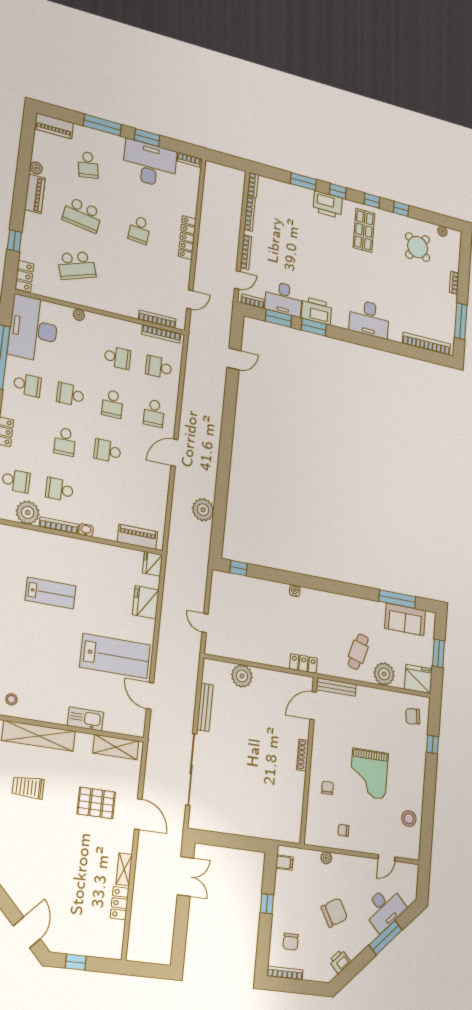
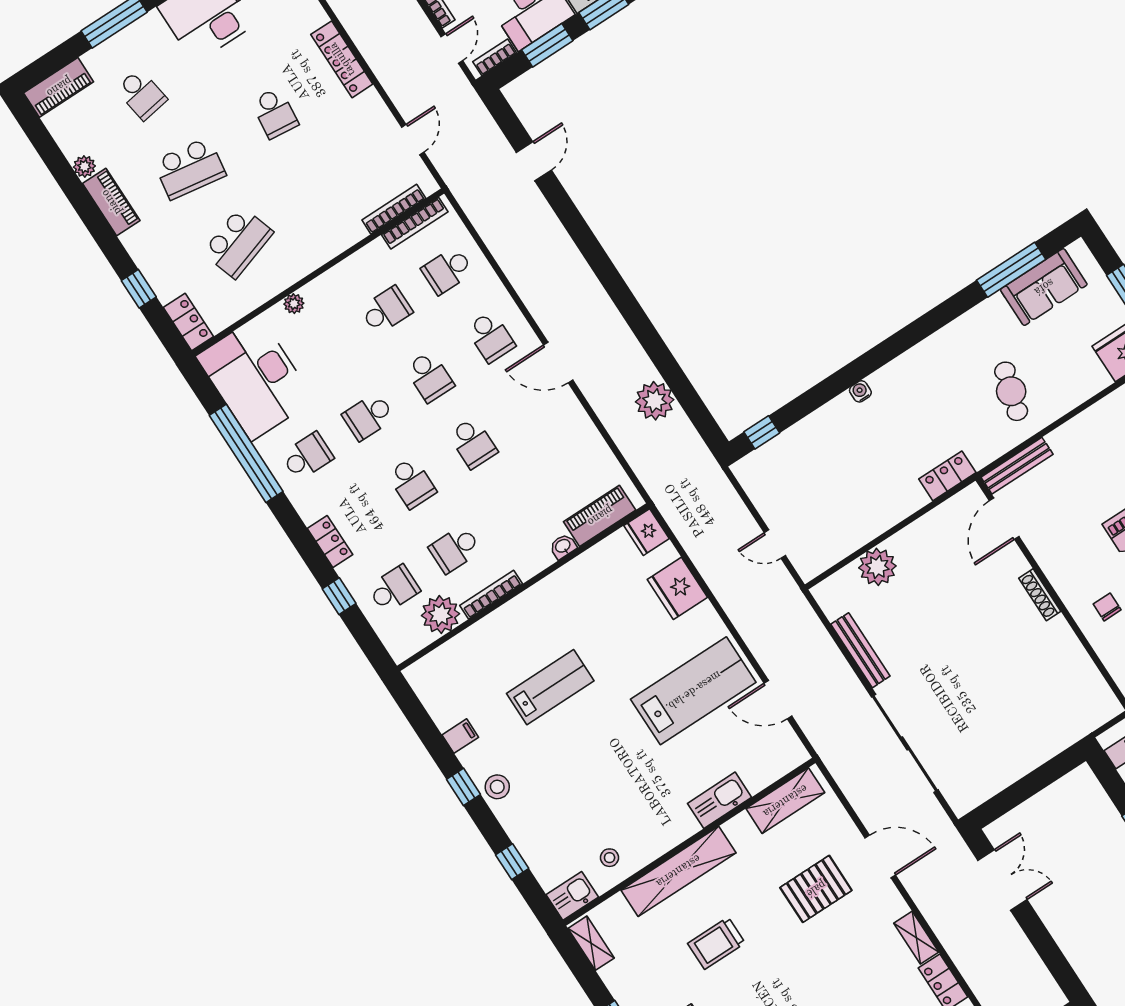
school desk: (107, 451) -> (473, 443), turned -90
door: (174, 453) -> (558, 362), hinge flipped
washbasin: (86, 530) -> (563, 546), moved
plant: (384, 674) -> (1071, 388), removed

